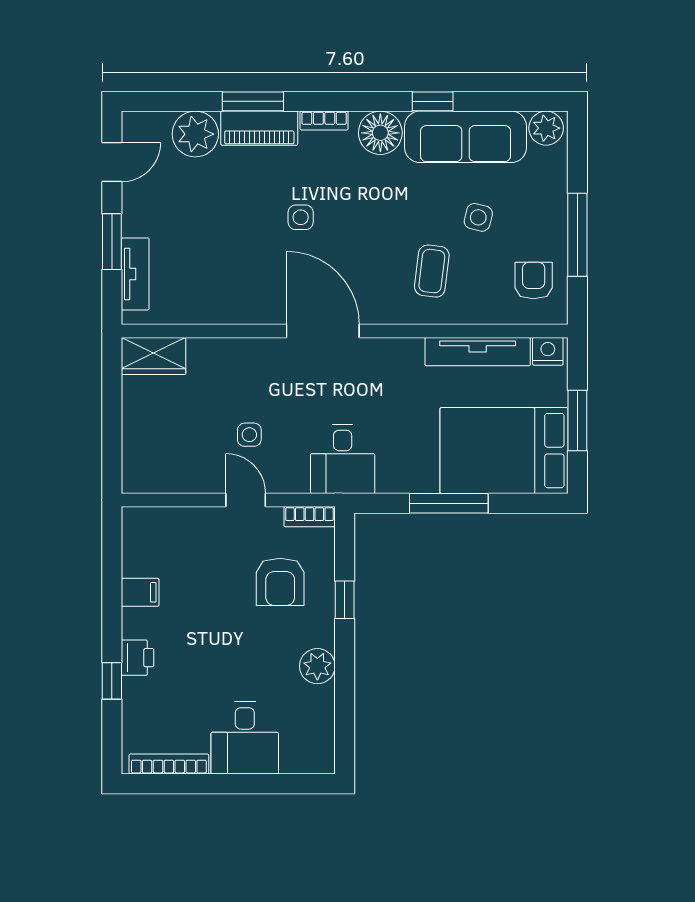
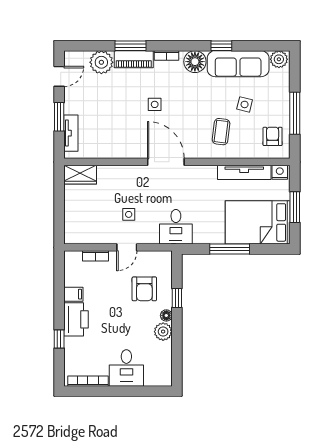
door: (246, 500) -> (127, 247), swing flipped
bookcase: (310, 517) -> (96, 256), moved
floor lamp: (324, 634) -> (166, 315), added
printer: (138, 658) -> (76, 319), width x1.87, depth x1.48

